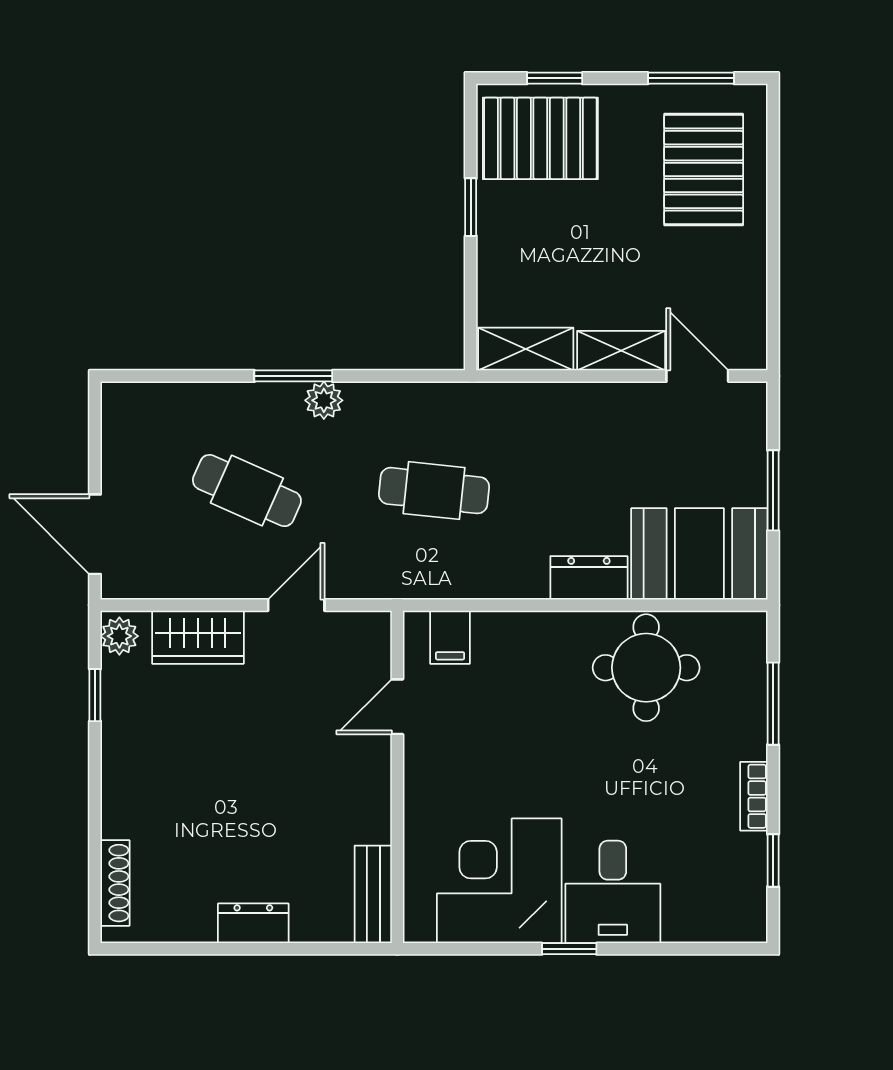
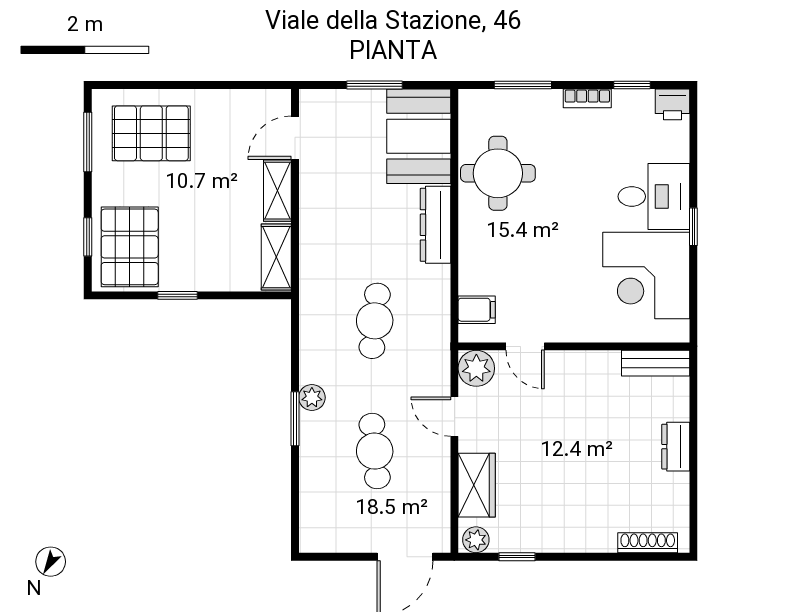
cafe table: (247, 491) -> (375, 451), turned -30
dresser: (589, 578) -> (435, 225), width x1.44
plant: (366, 637) -> (476, 368), added
printer: (745, 919) -> (672, 104), added

